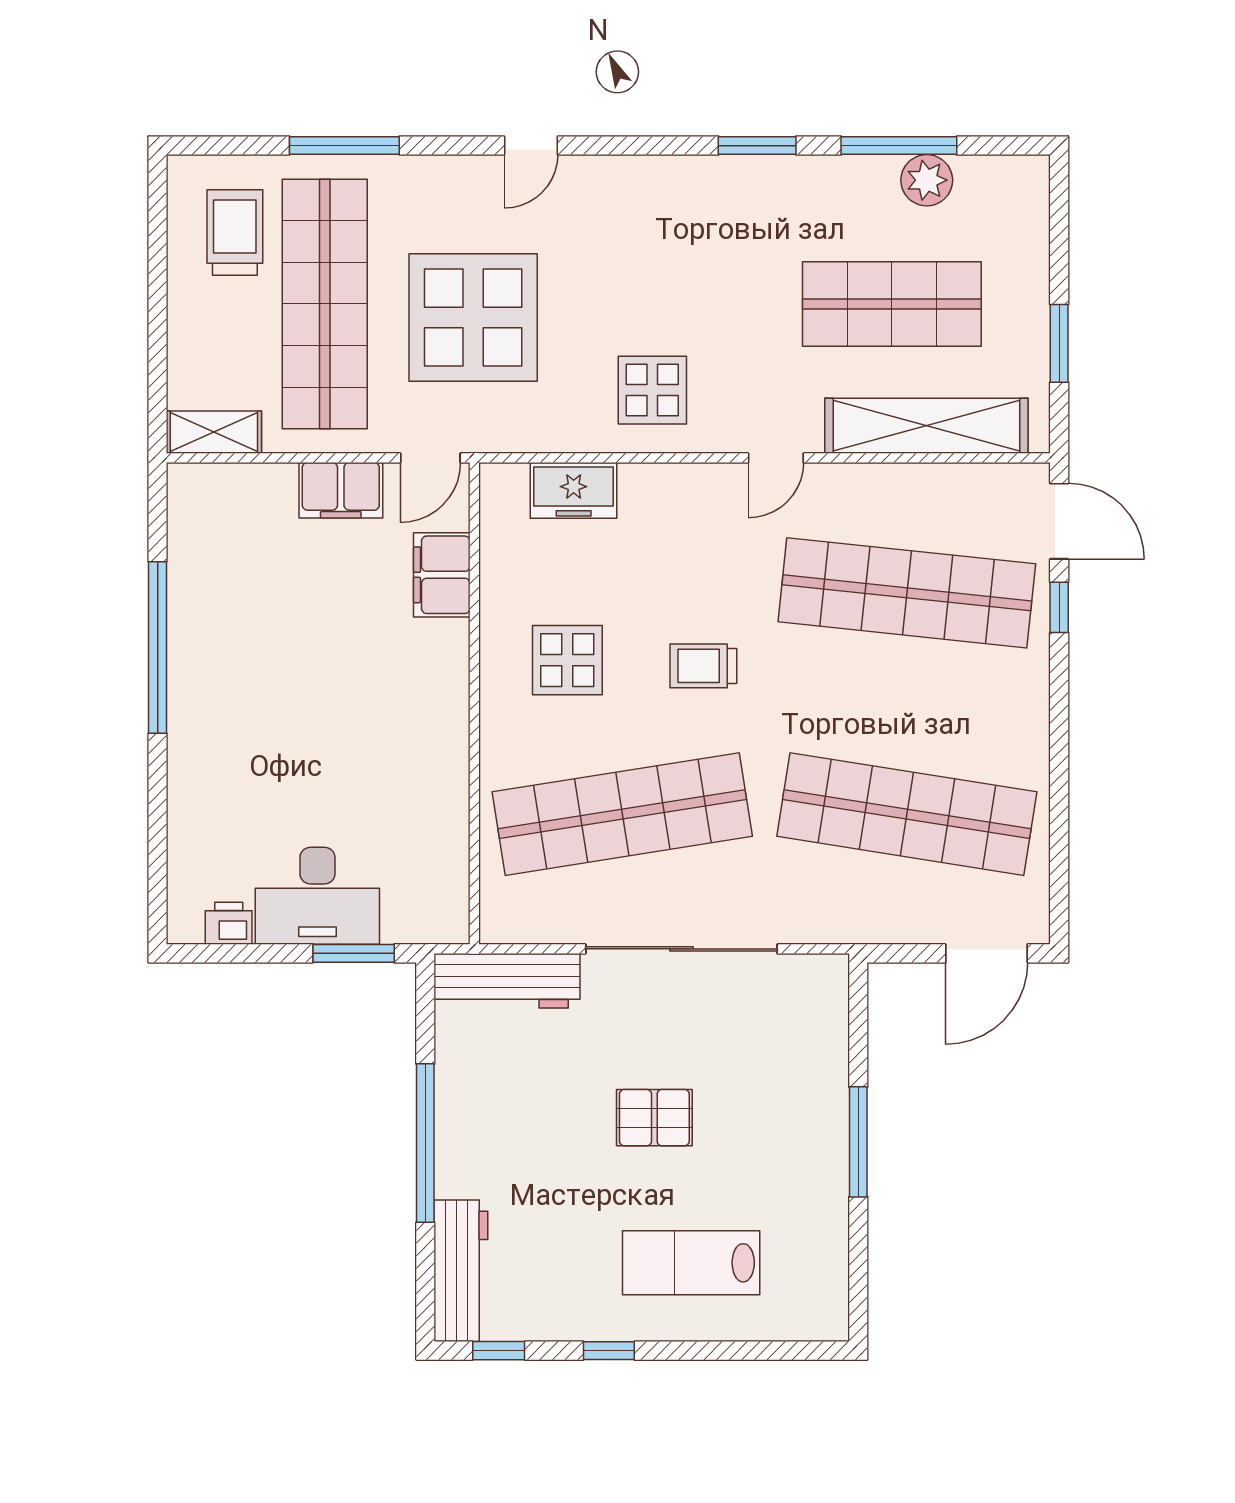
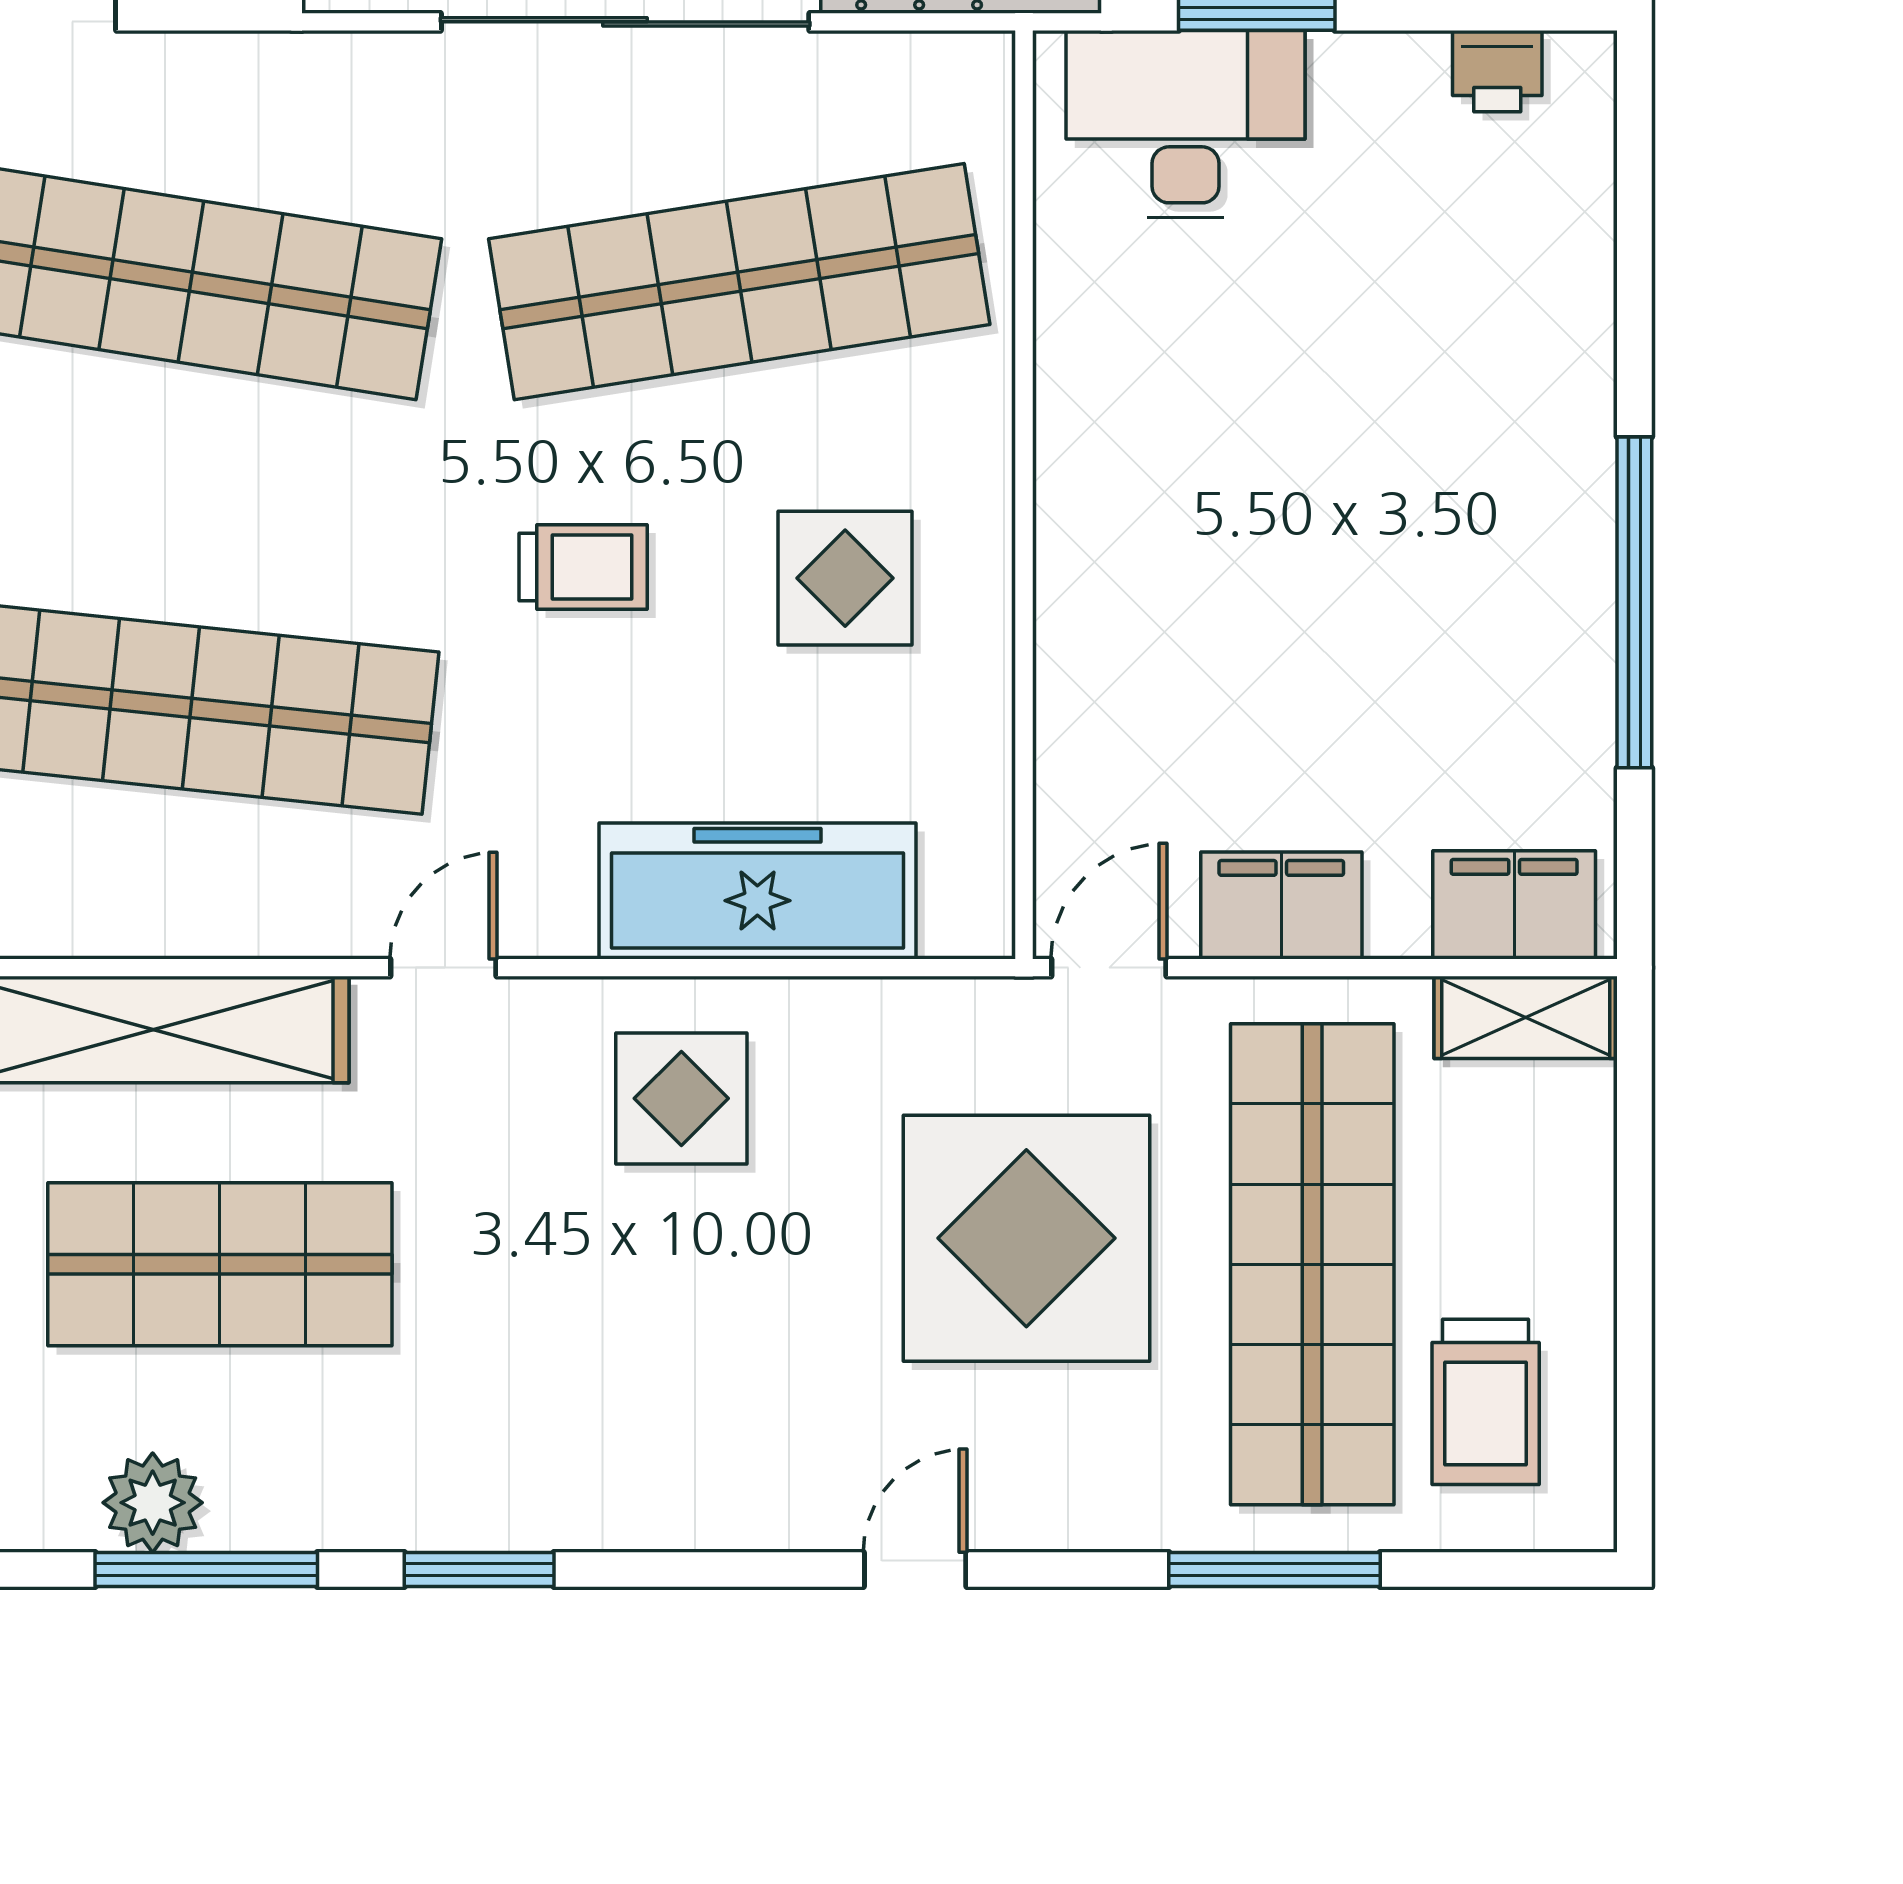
freezer: (574, 490) -> (757, 891), width x1.91, depth x1.26
filing cabinet: (442, 575) -> (1514, 905), moved, turned -90
desk: (317, 896) -> (1185, 124), moved

